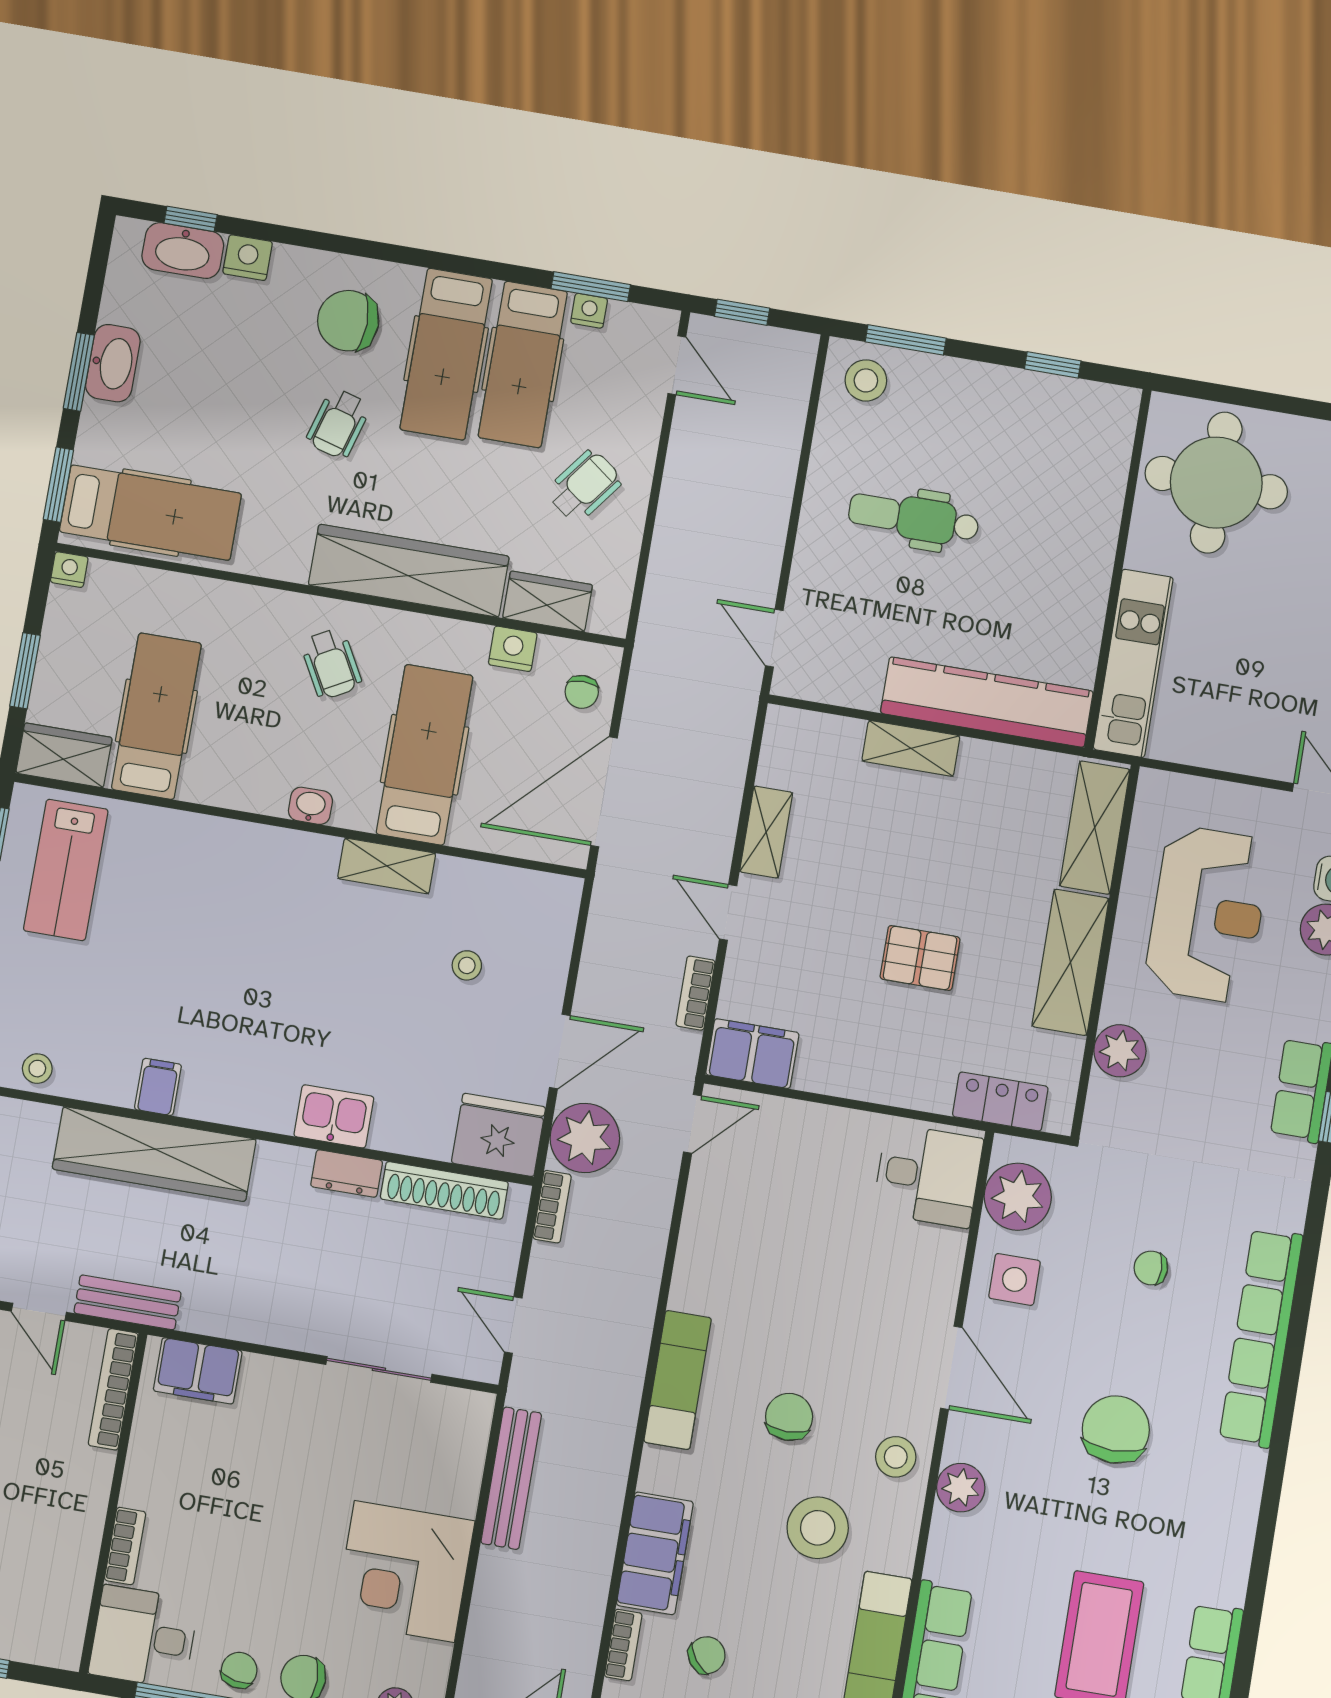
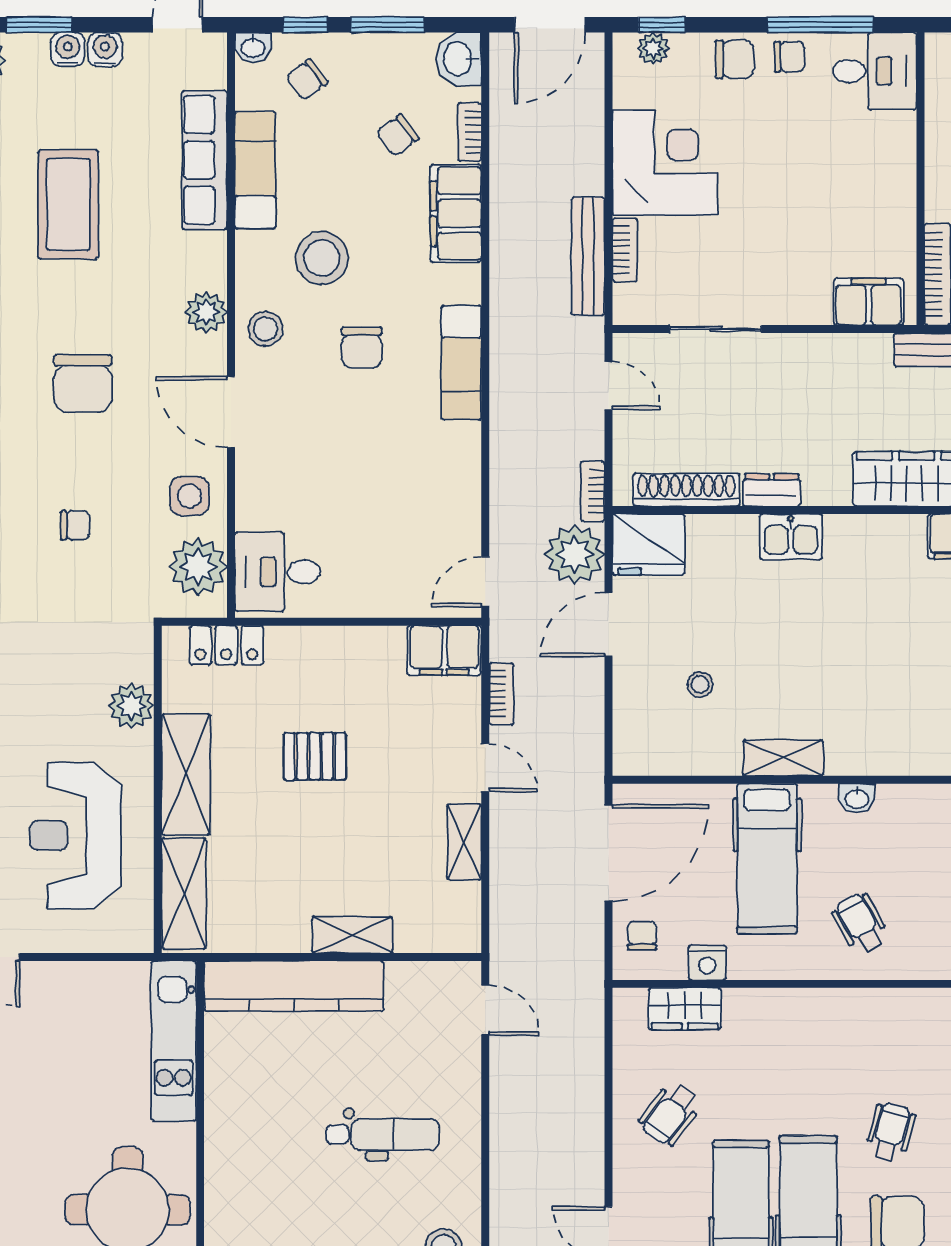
wardrobe: (409, 571) -> (808, 1015), removed
bookcase: (125, 1546) -> (625, 250), moved, turned 180
chair: (239, 1670) -> (790, 57), turned -102

